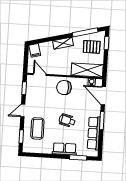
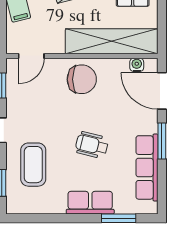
shelving: (87, 70) -> (112, 41), width x1.47
door: (40, 75) -> (31, 56), swing flipped
chair: (64, 88) -> (82, 79), turned 180

